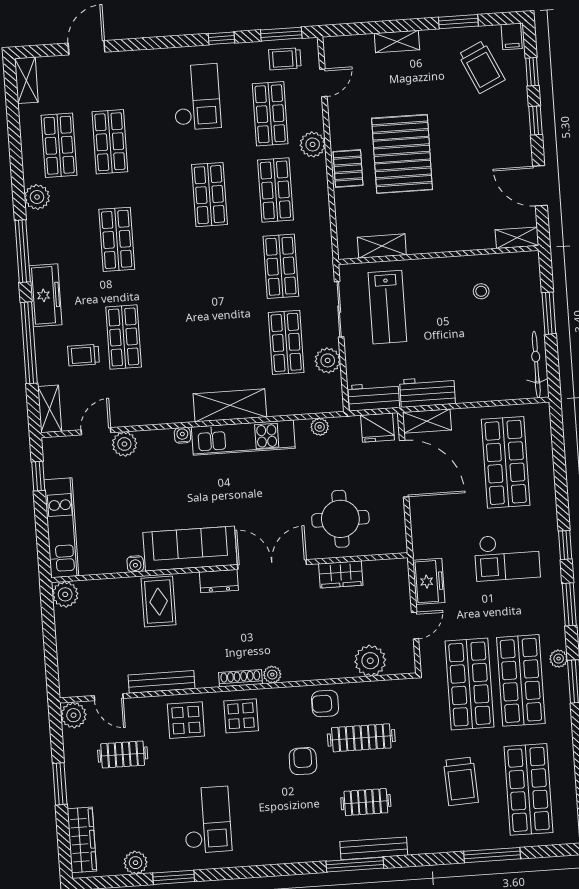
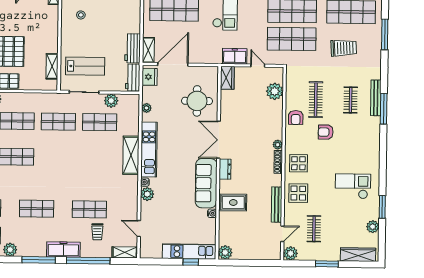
plant: (124, 444) -> (147, 194), moved
window: (38, 476) -> (191, 262), moved
wardrobe: (341, 574) -> (227, 78), moved

